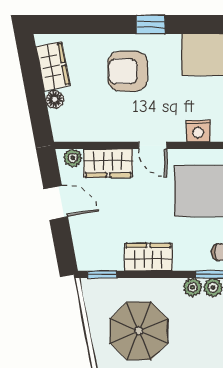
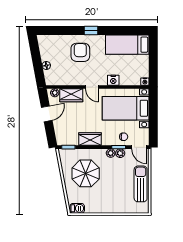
wardrobe: (53, 66) -> (45, 50), removed
armchair: (128, 71) -> (80, 52), turned 90
door: (56, 203) -> (47, 114), hinge flipped

